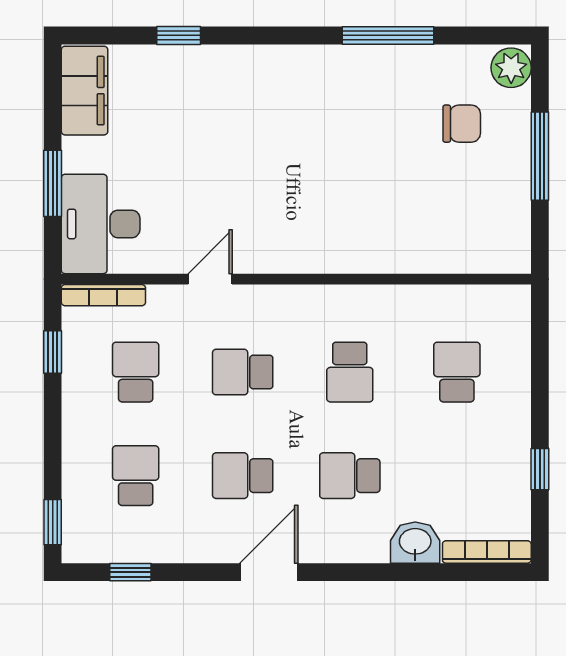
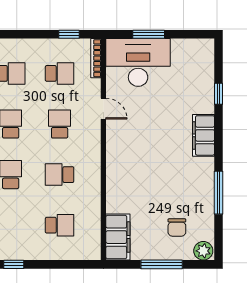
filing cabinet: (85, 91) -> (203, 135), moved, turned 90
desk: (101, 224) -> (138, 62), width x1.36, depth x1.30
filing cabinet: (482, 248) -> (118, 237), added

